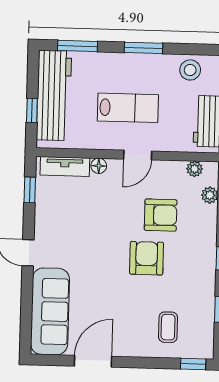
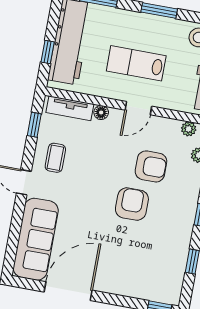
lab bench: (128, 108) -> (136, 63), turned 180
coffee table: (168, 327) -> (55, 158), moved
door: (93, 361) -> (68, 291), width x1.36

